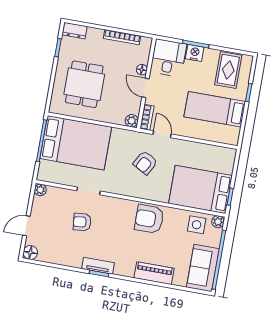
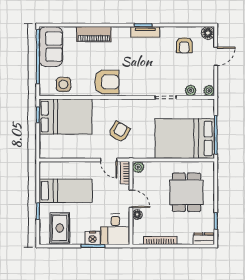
armchair: (82, 222) -> (184, 45), moved, turned 96
plant: (218, 222) -> (191, 90), moved

